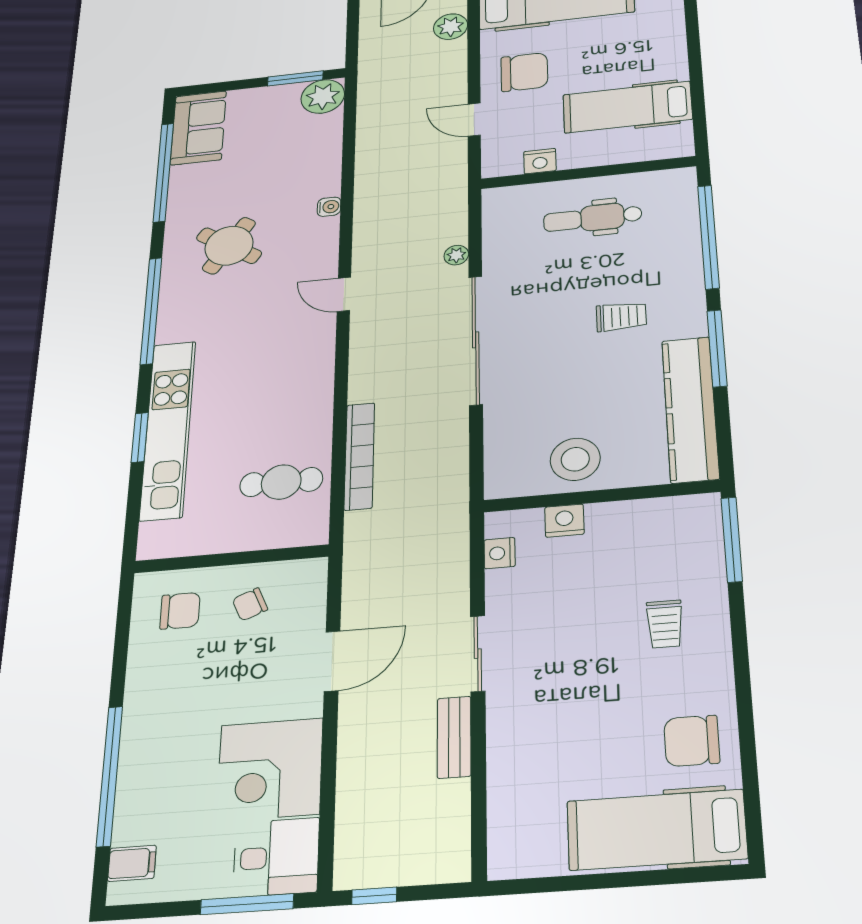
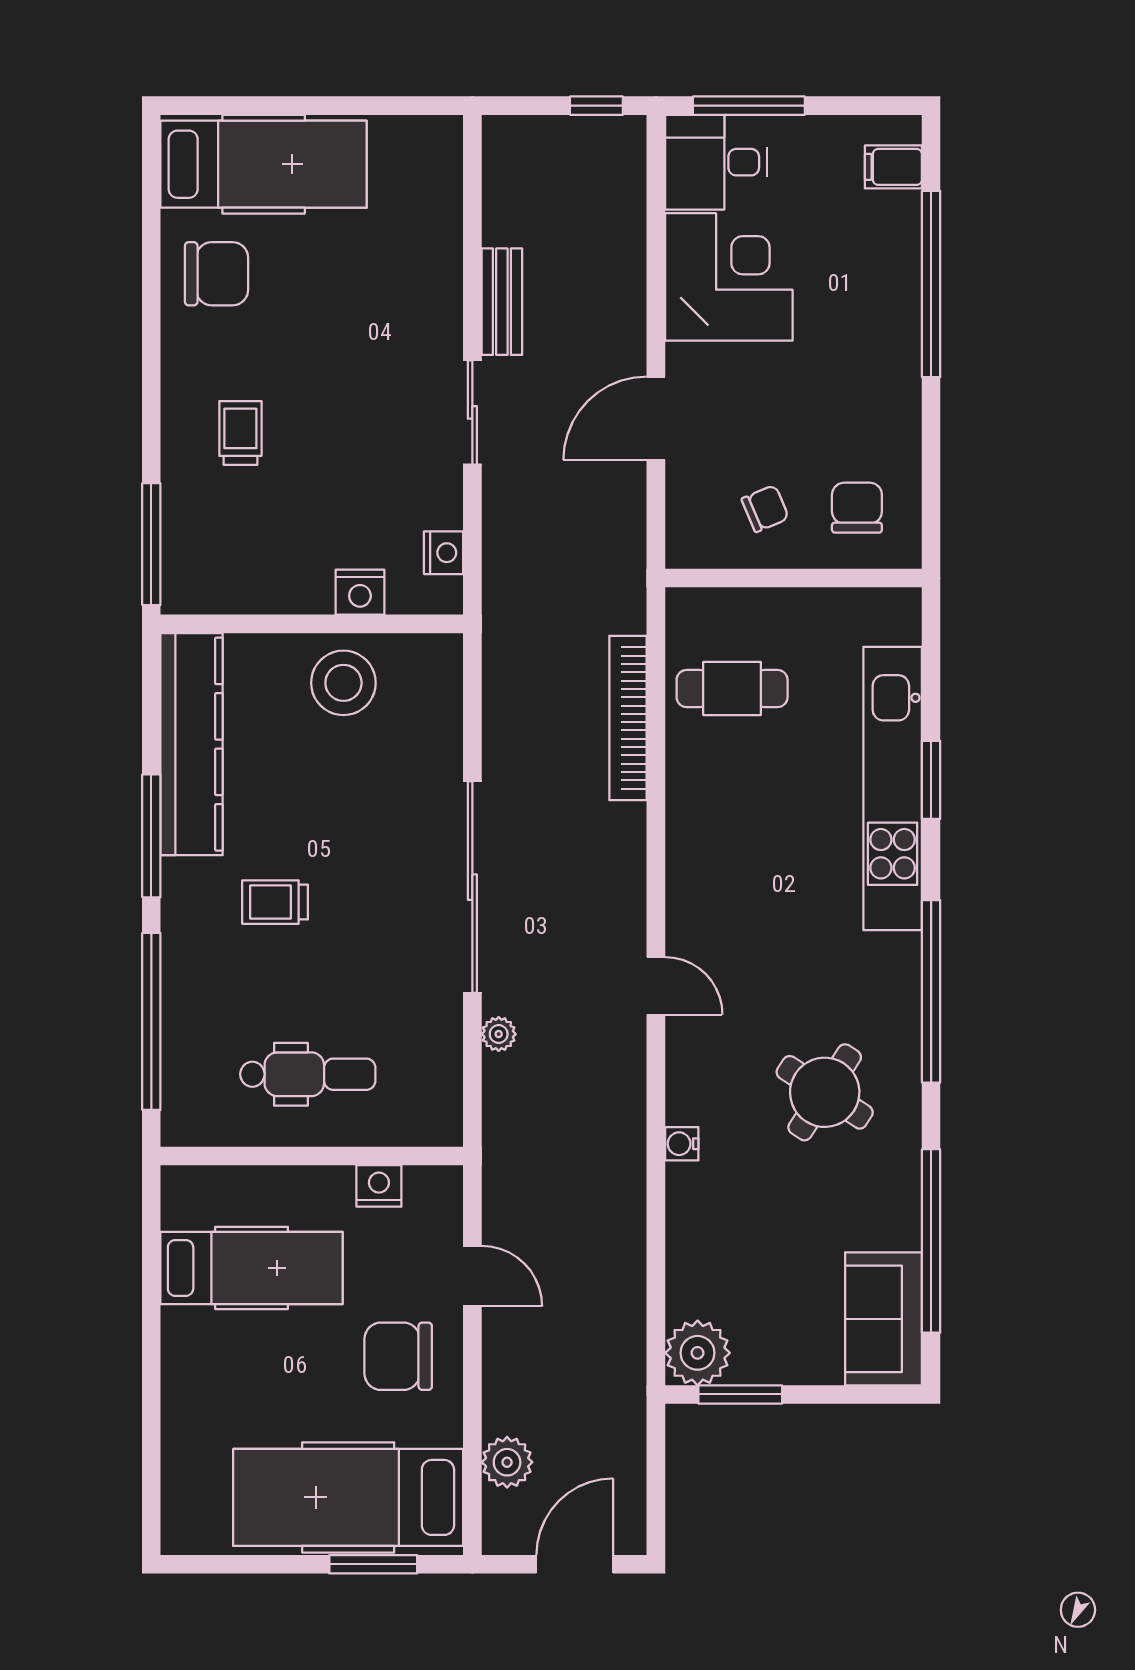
chair: (180, 611) -> (857, 508), turned 90

